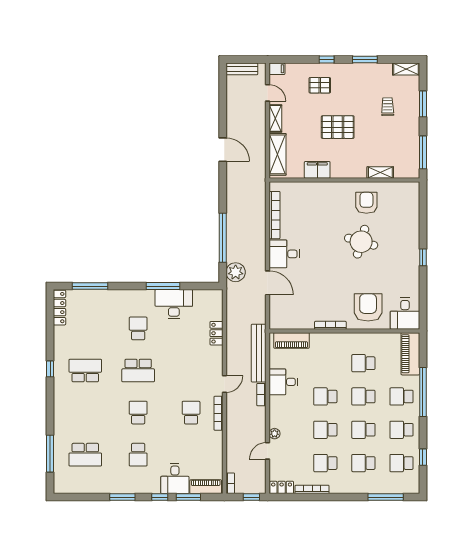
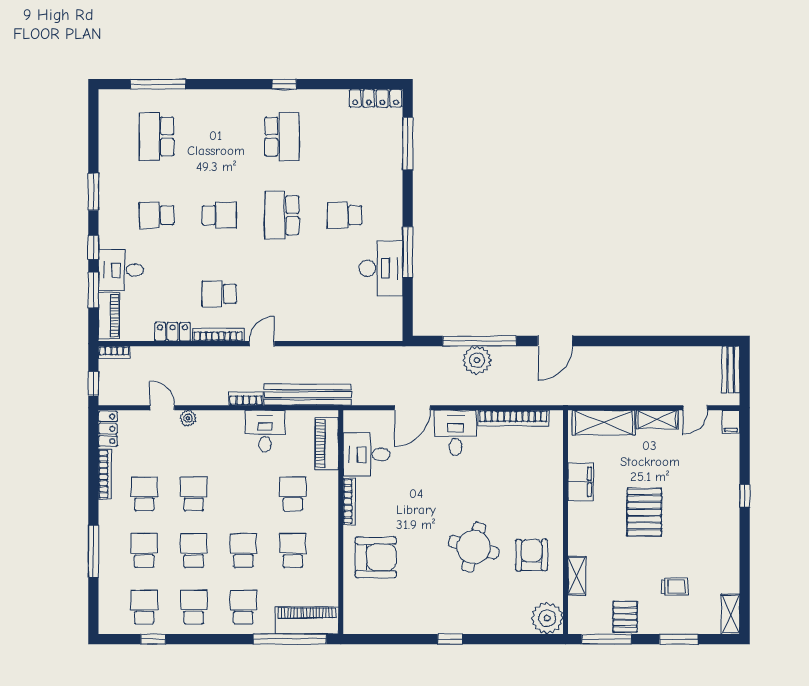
window: (365, 60) -> (745, 553), removed
pallet: (320, 85) -> (625, 617), moved
door: (223, 150) -> (555, 341), moved
plant: (409, 192) -> (547, 618), added
armchair: (366, 203) -> (532, 555), turned -90
plant: (236, 272) -> (477, 360), moved
desk: (405, 314) -> (367, 455), moved
school desk: (138, 328) -> (345, 215), turned 180
locker: (216, 333) -> (173, 332), moved
door: (224, 384) -> (262, 344), swing flipped
window: (423, 392) -> (290, 639), moved
school desk: (325, 396) -> (293, 494), moved
school desk: (191, 413) -> (219, 294), turned 180
window: (386, 497) -> (93, 551), moved

